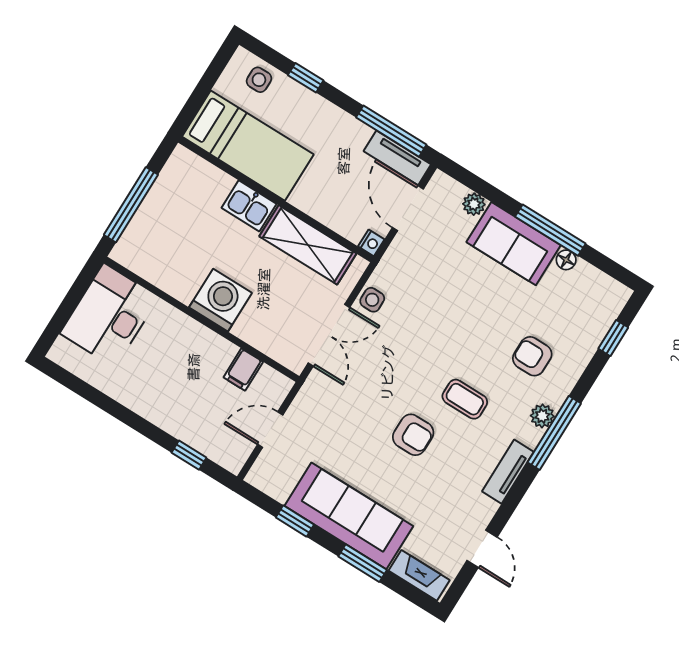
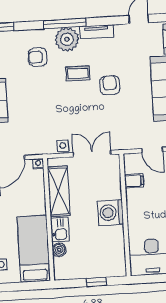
boiler: (219, 183) -> (59, 250), added
window: (131, 205) -> (96, 282), width x0.46
armchair: (532, 356) -> (38, 57), turned 90
coffee table: (465, 399) -> (78, 74), turned 90
plant: (542, 416) -> (67, 39), width x1.88, depth x1.88

